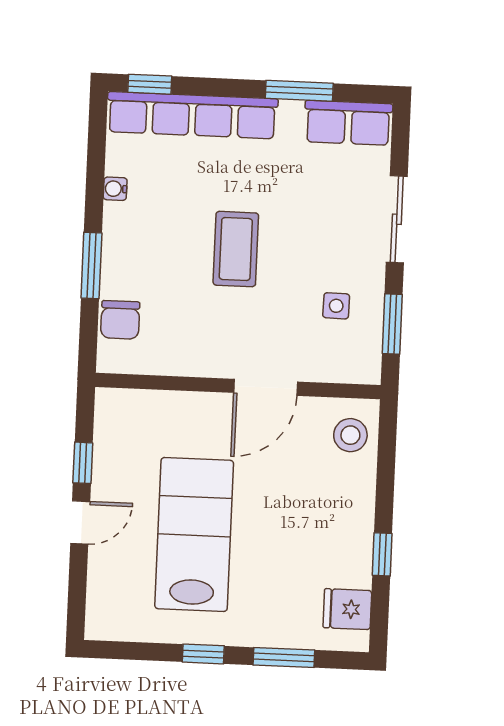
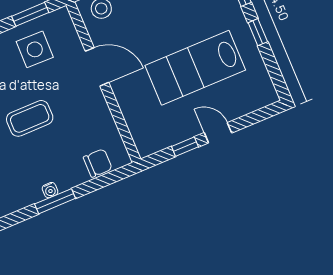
water cooler: (115, 189) -> (50, 190), moved
window: (91, 266) -> (55, 201), moved
side table: (336, 306) -> (35, 49), width x1.87, depth x1.87

